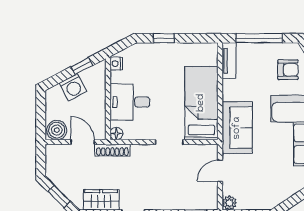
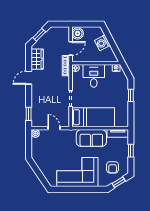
window: (259, 38) -> (131, 151), width x0.46
window: (82, 66) -> (115, 48), removed
sofa: (237, 128) -> (91, 138), moved

